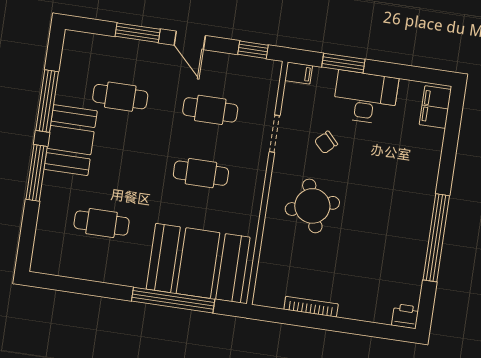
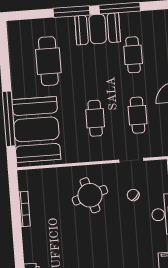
cafe table: (102, 223) -> (48, 61), width x1.37, depth x1.35

